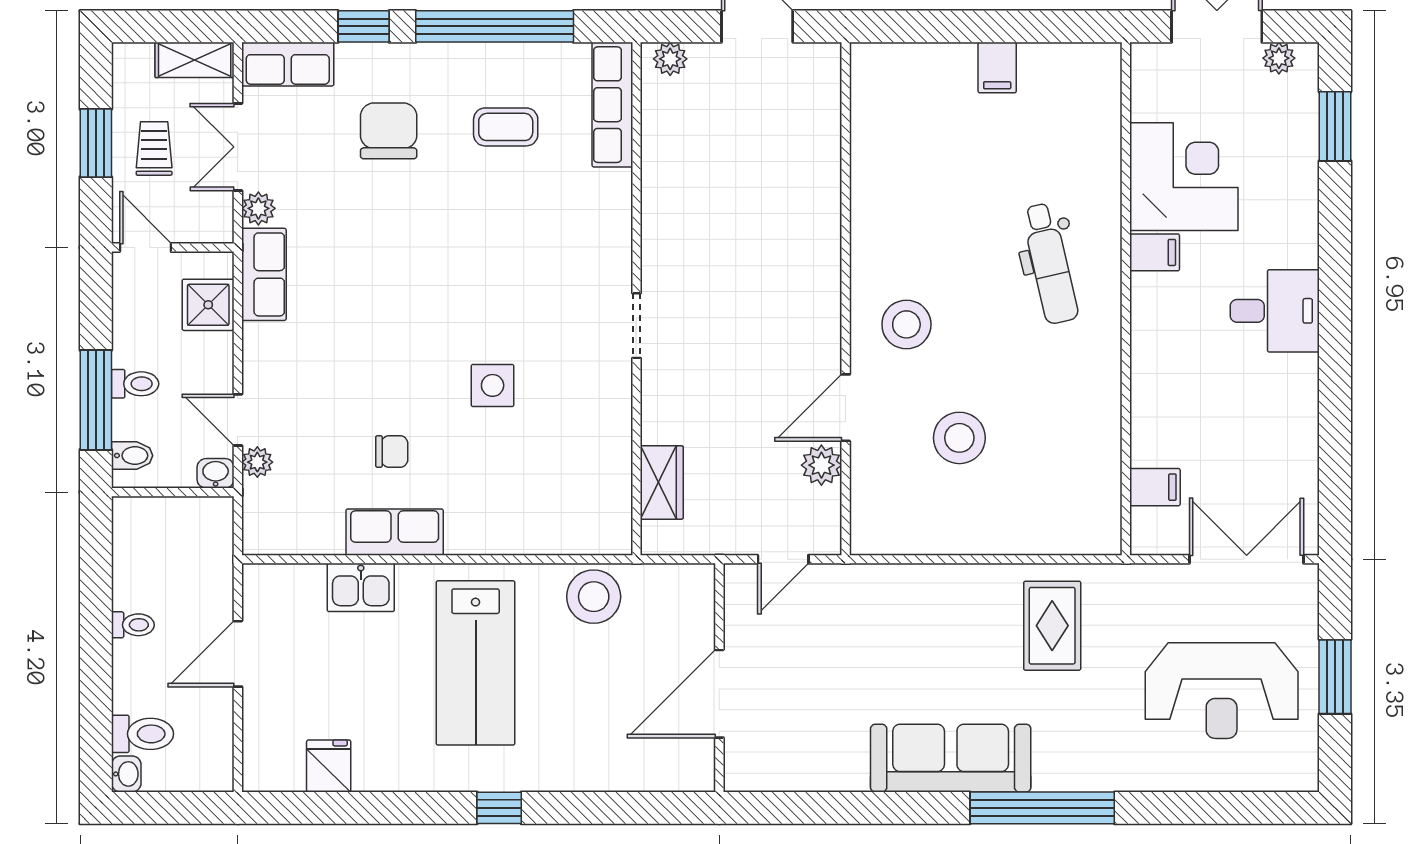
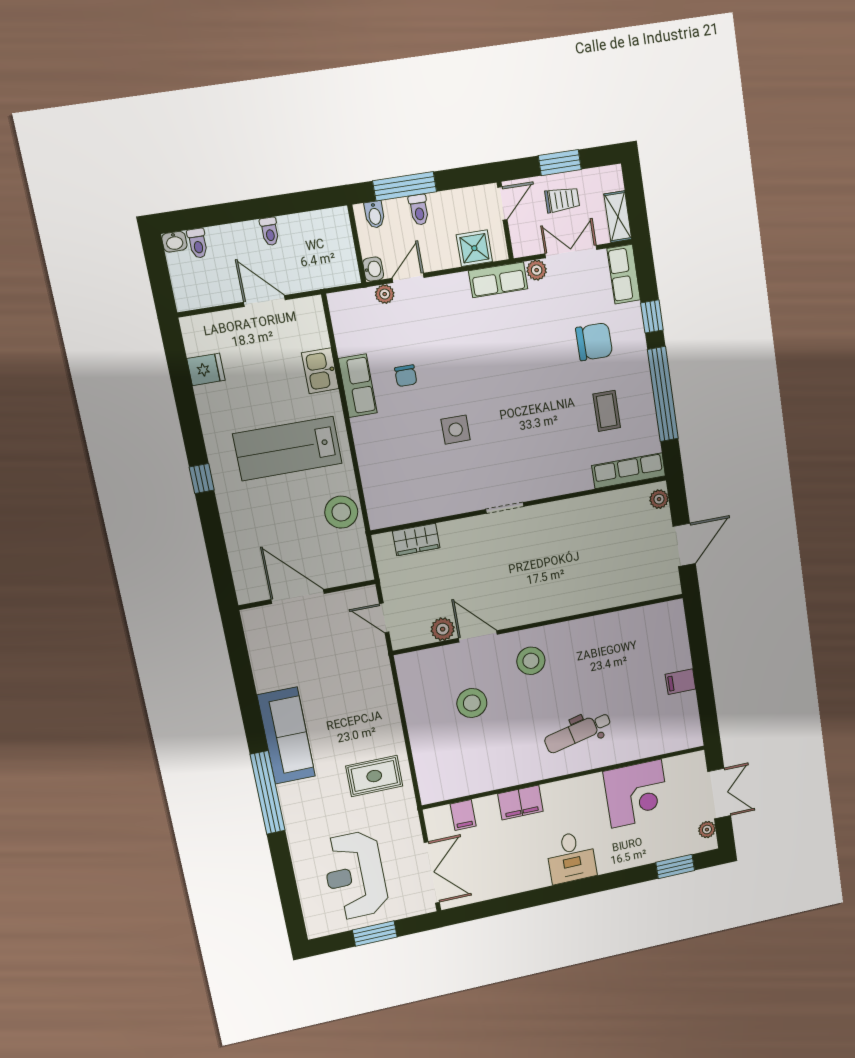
filing cabinet: (1155, 252) -> (520, 803), moved, width x2.00
toilet: (143, 734) -> (198, 243), width x0.73, depth x0.72

